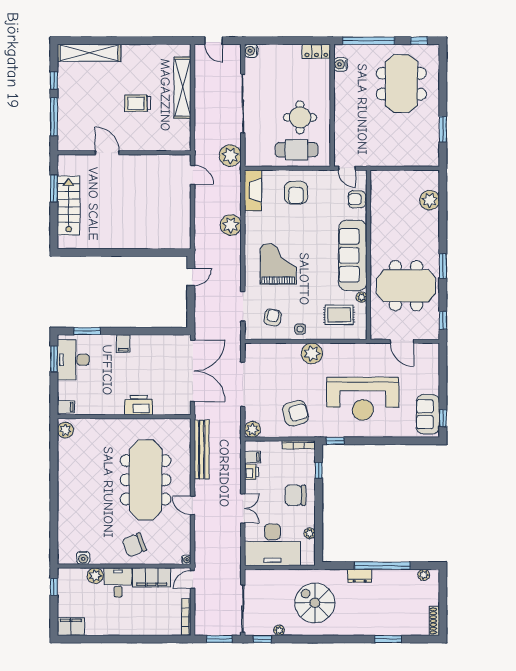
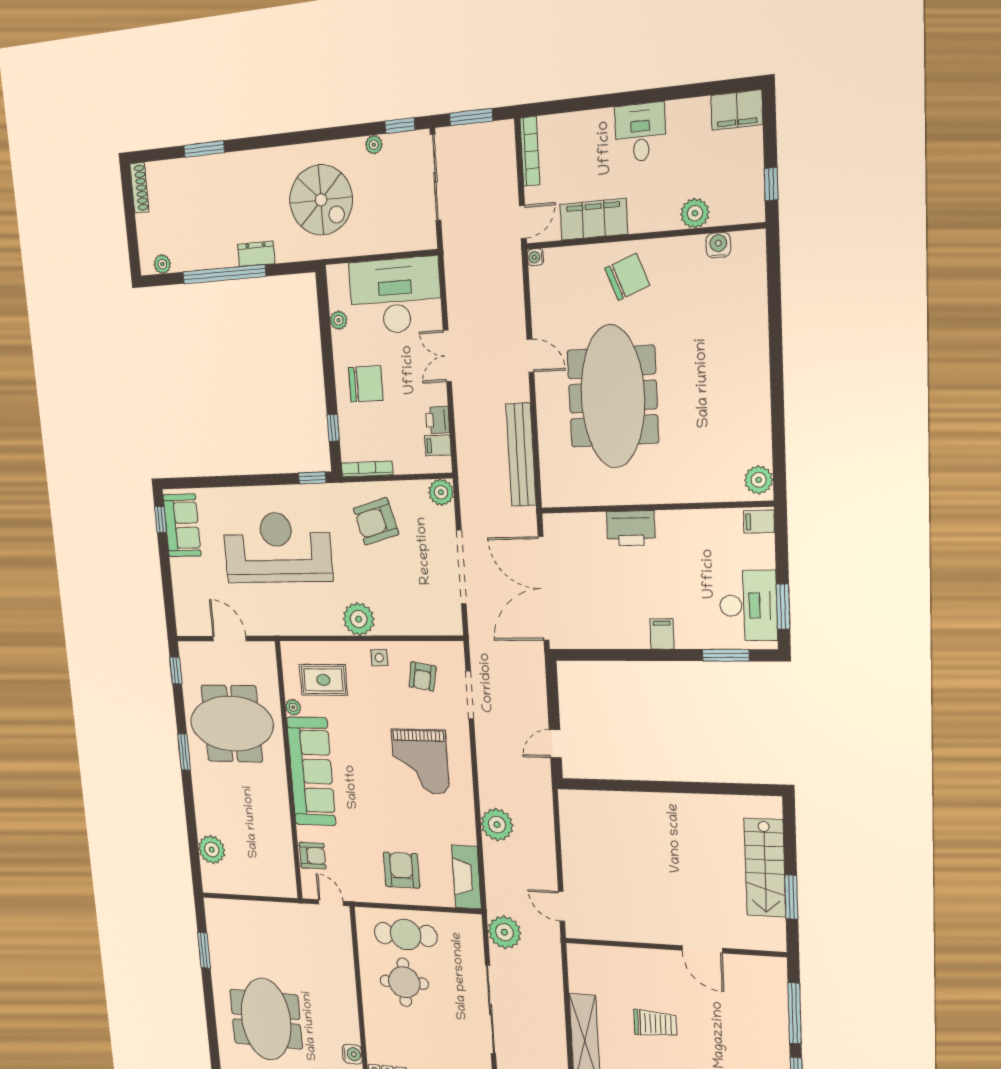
desk: (118, 583) -> (640, 132), moved, turned 180

